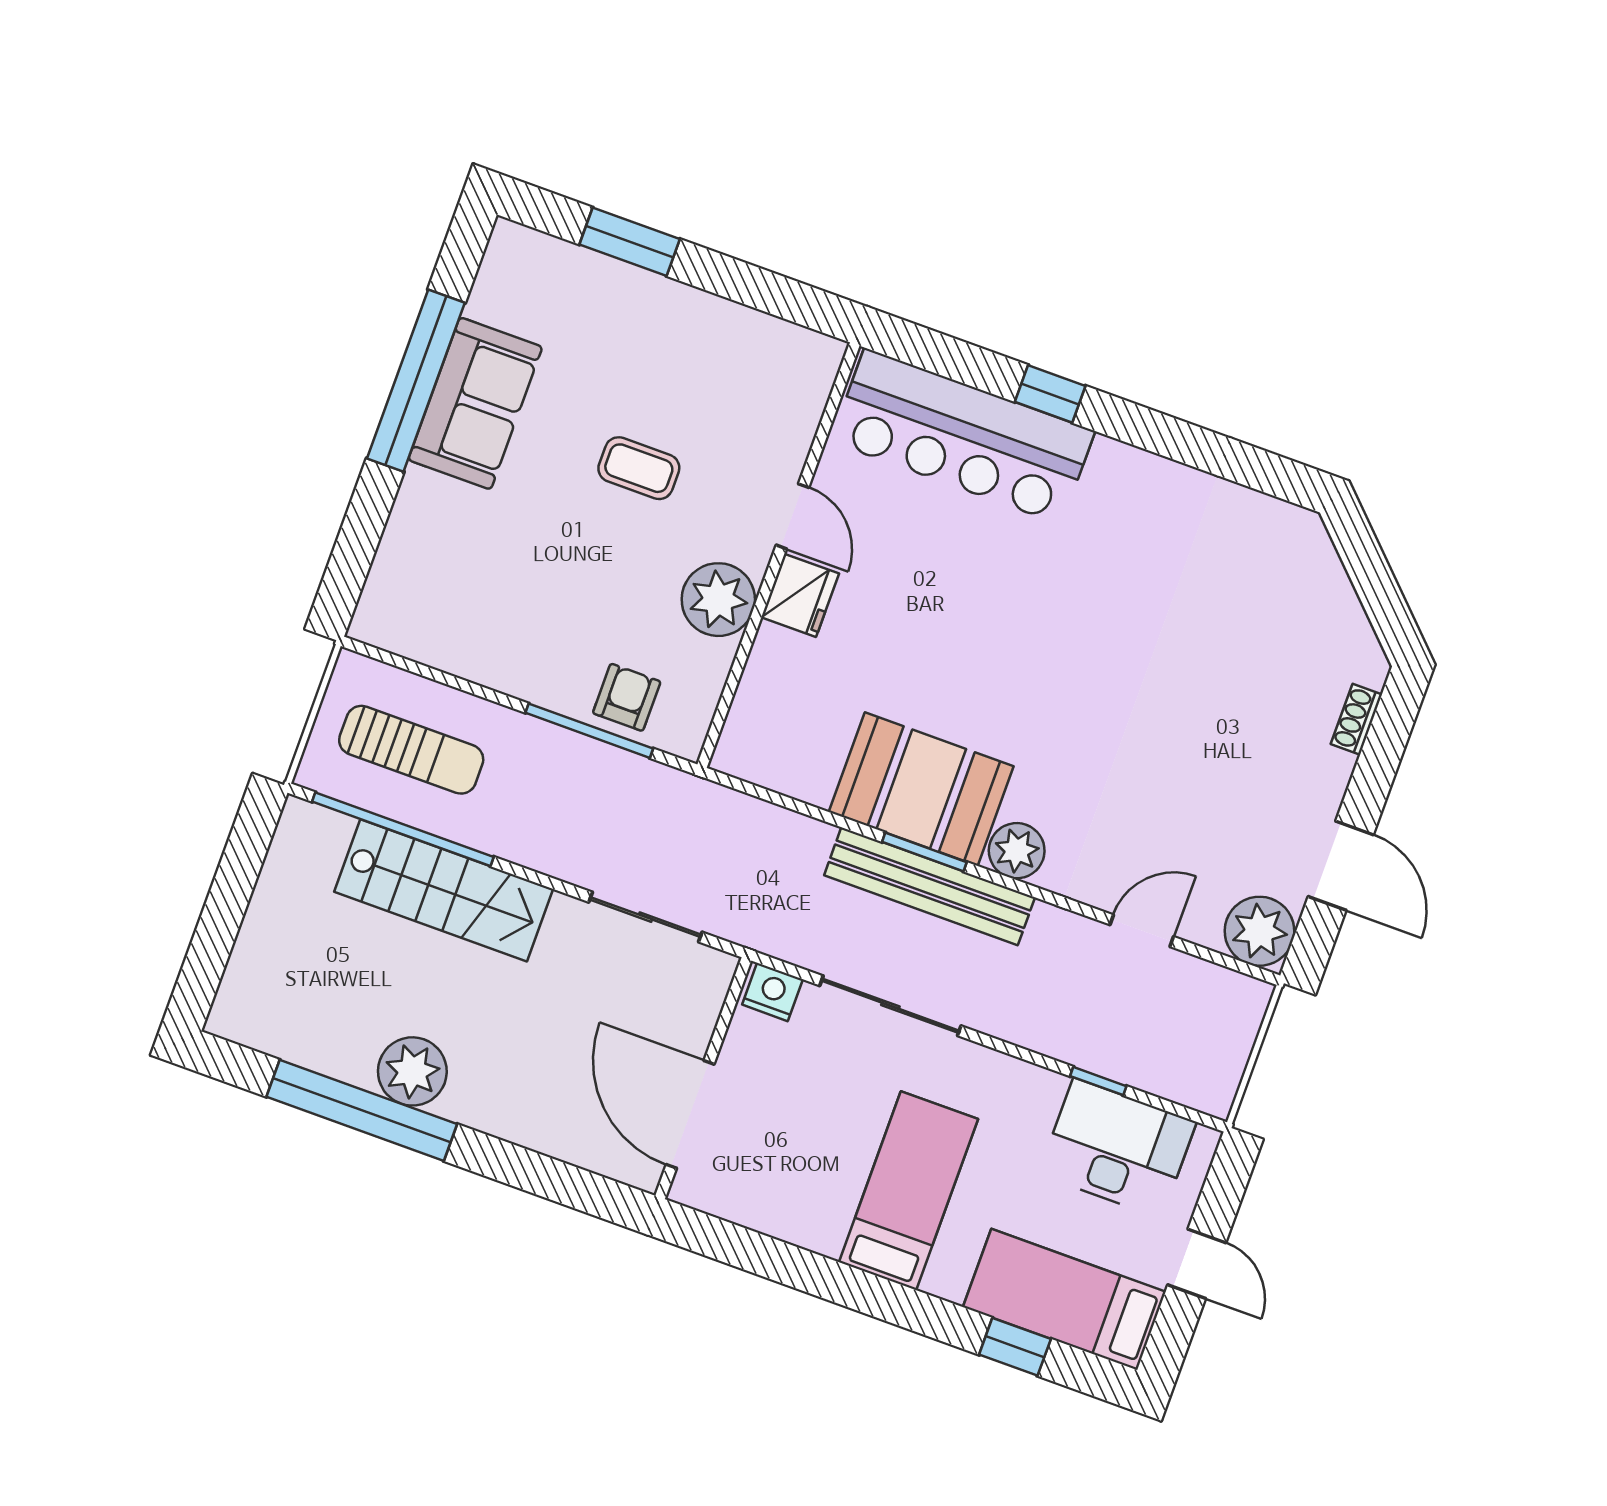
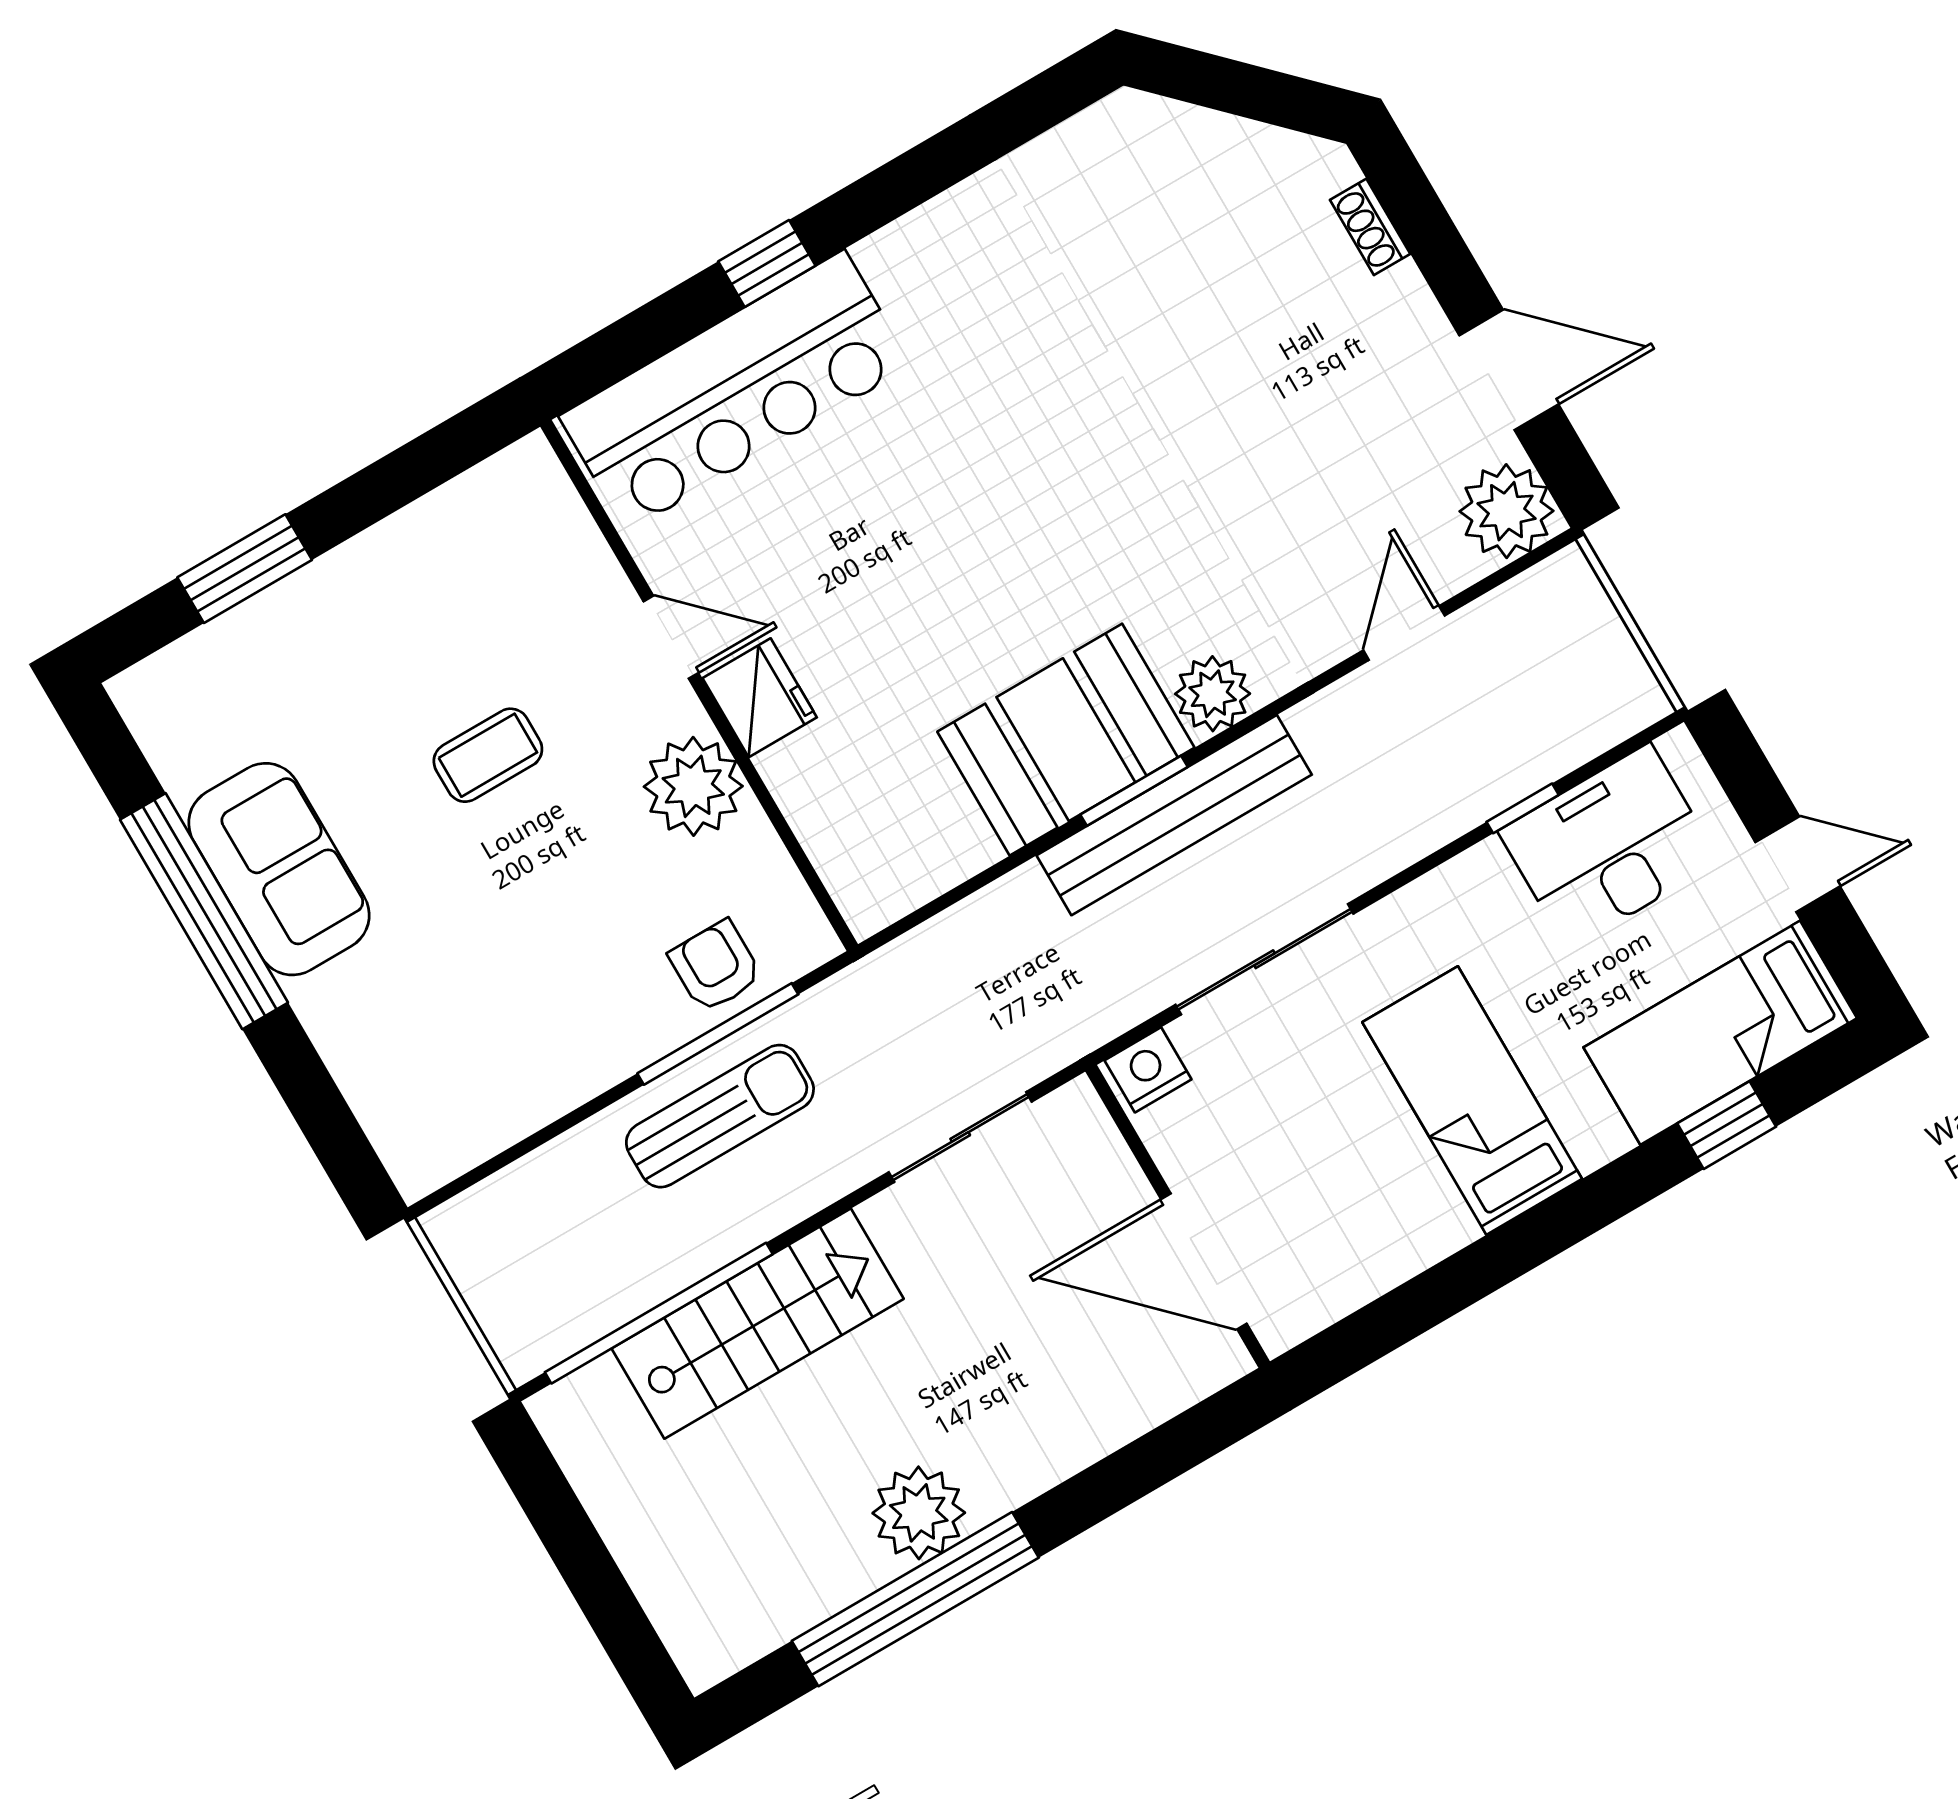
sun lounger: (411, 750) -> (720, 1116), moved

